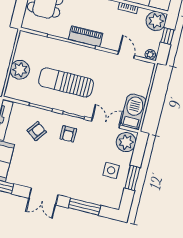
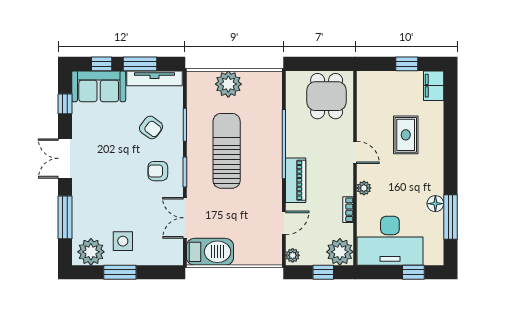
piano: (86, 36) -> (296, 180), moved
double door: (106, 123) -> (185, 218), swing flipped
plant: (126, 142) -> (91, 252), moved

